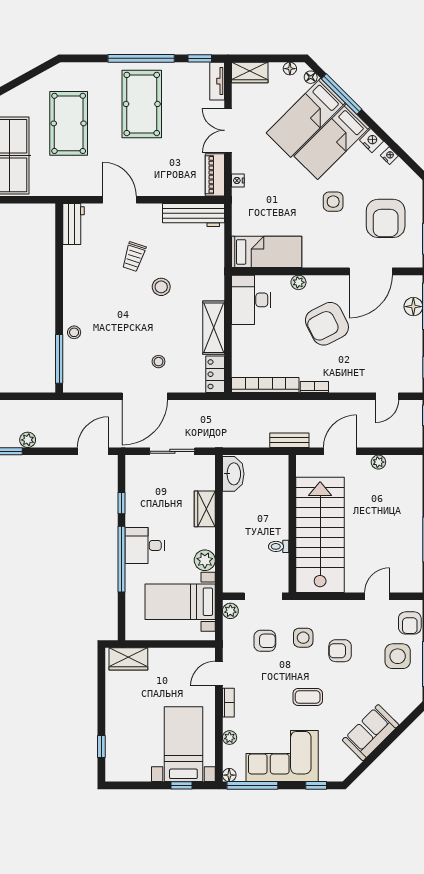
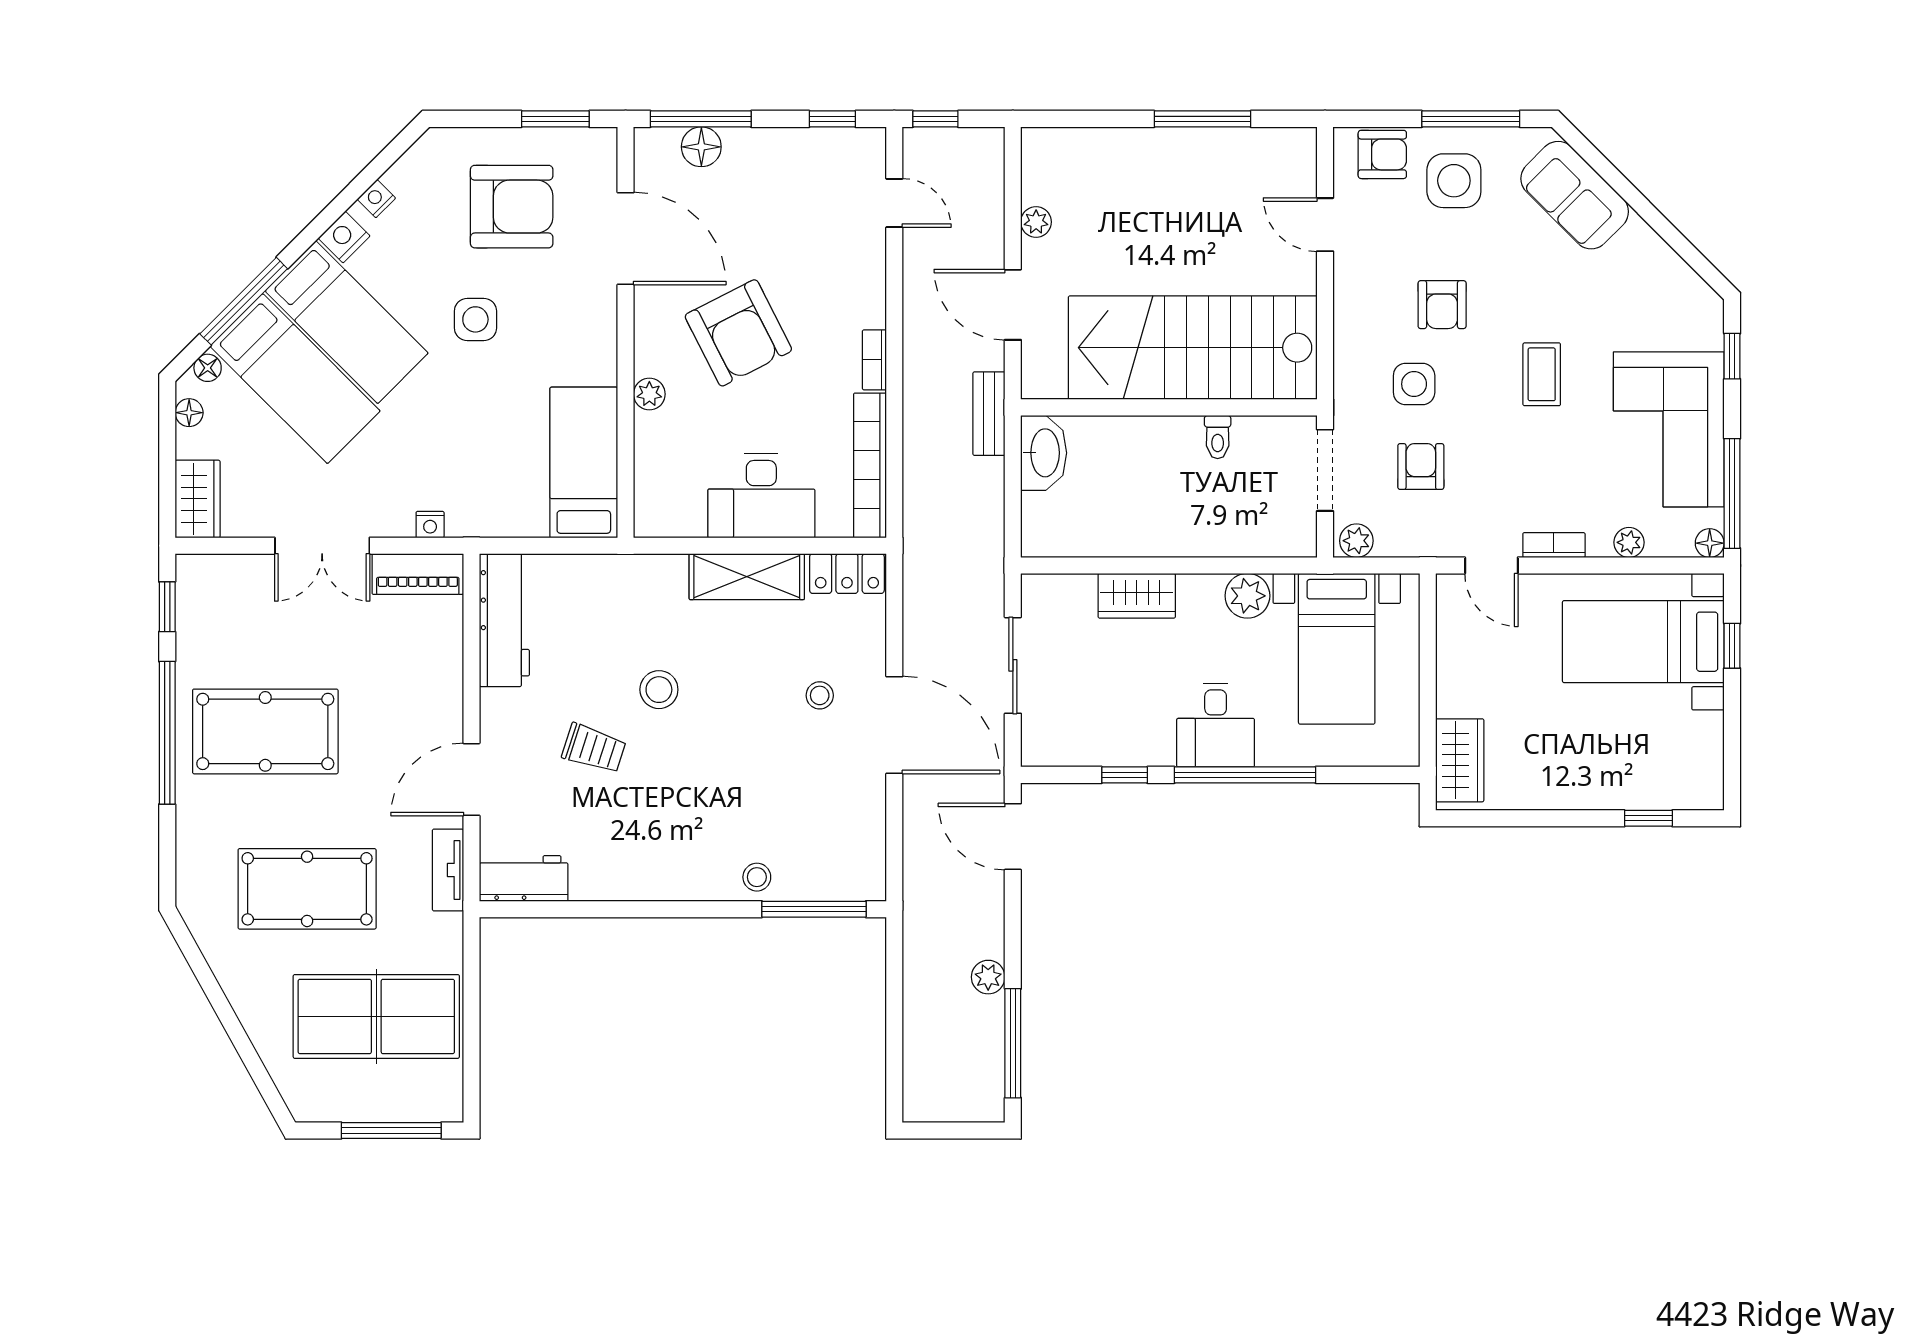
tv unit: (217, 81) -> (448, 870), moved, turned 90
desk: (251, 300) -> (761, 496), moved
washbasin: (233, 474) -> (1044, 453), moved, turned 90
sofa: (371, 733) -> (1575, 195), moved

